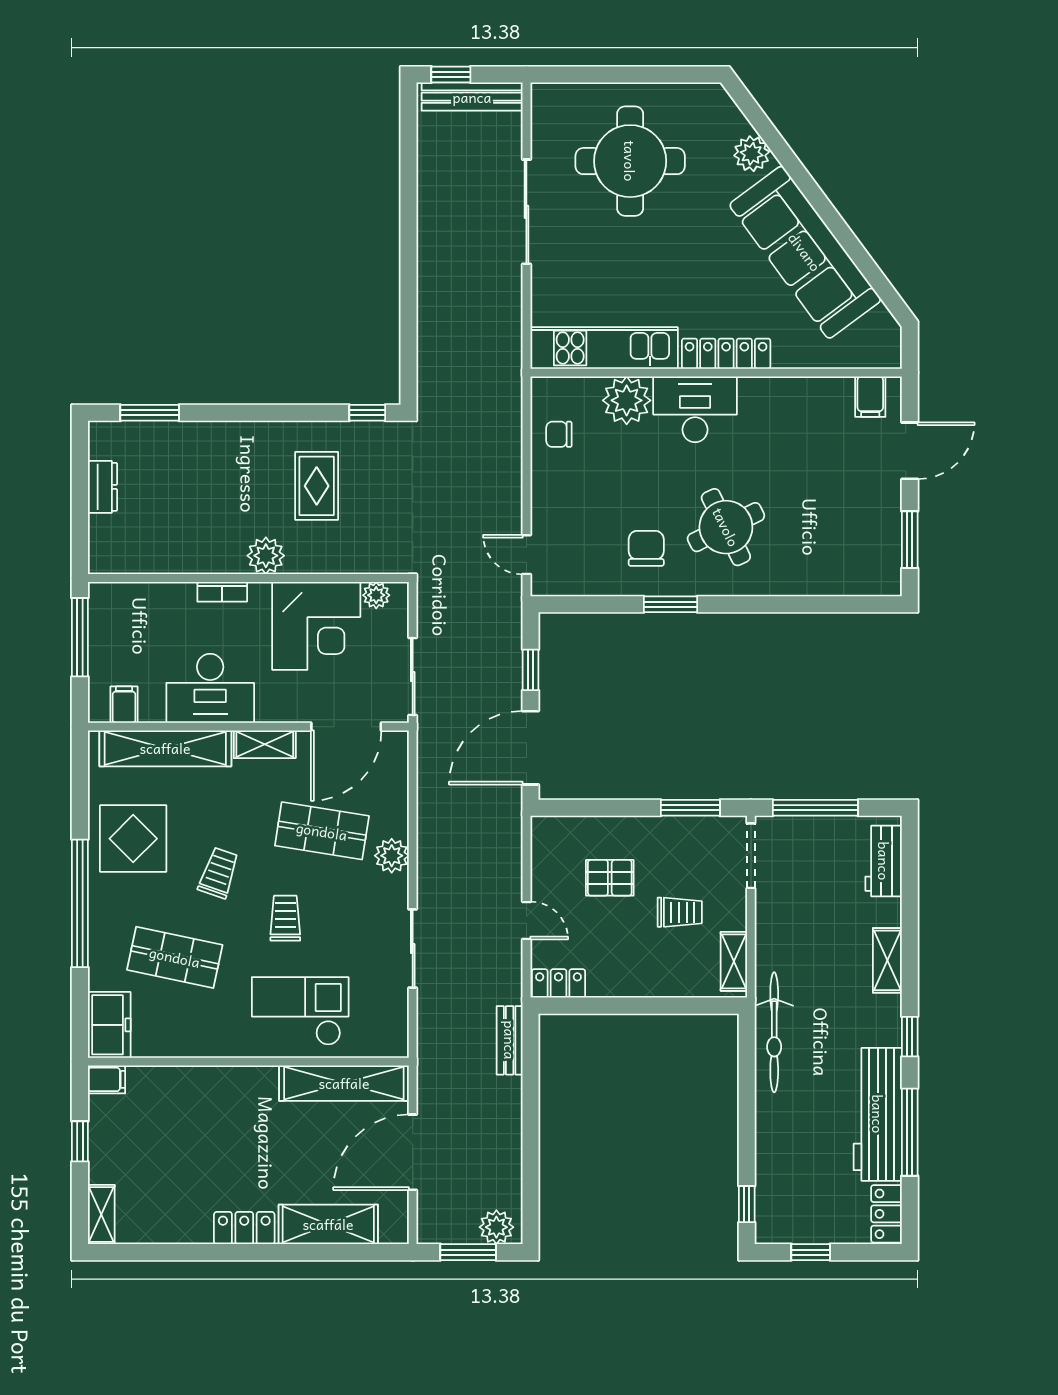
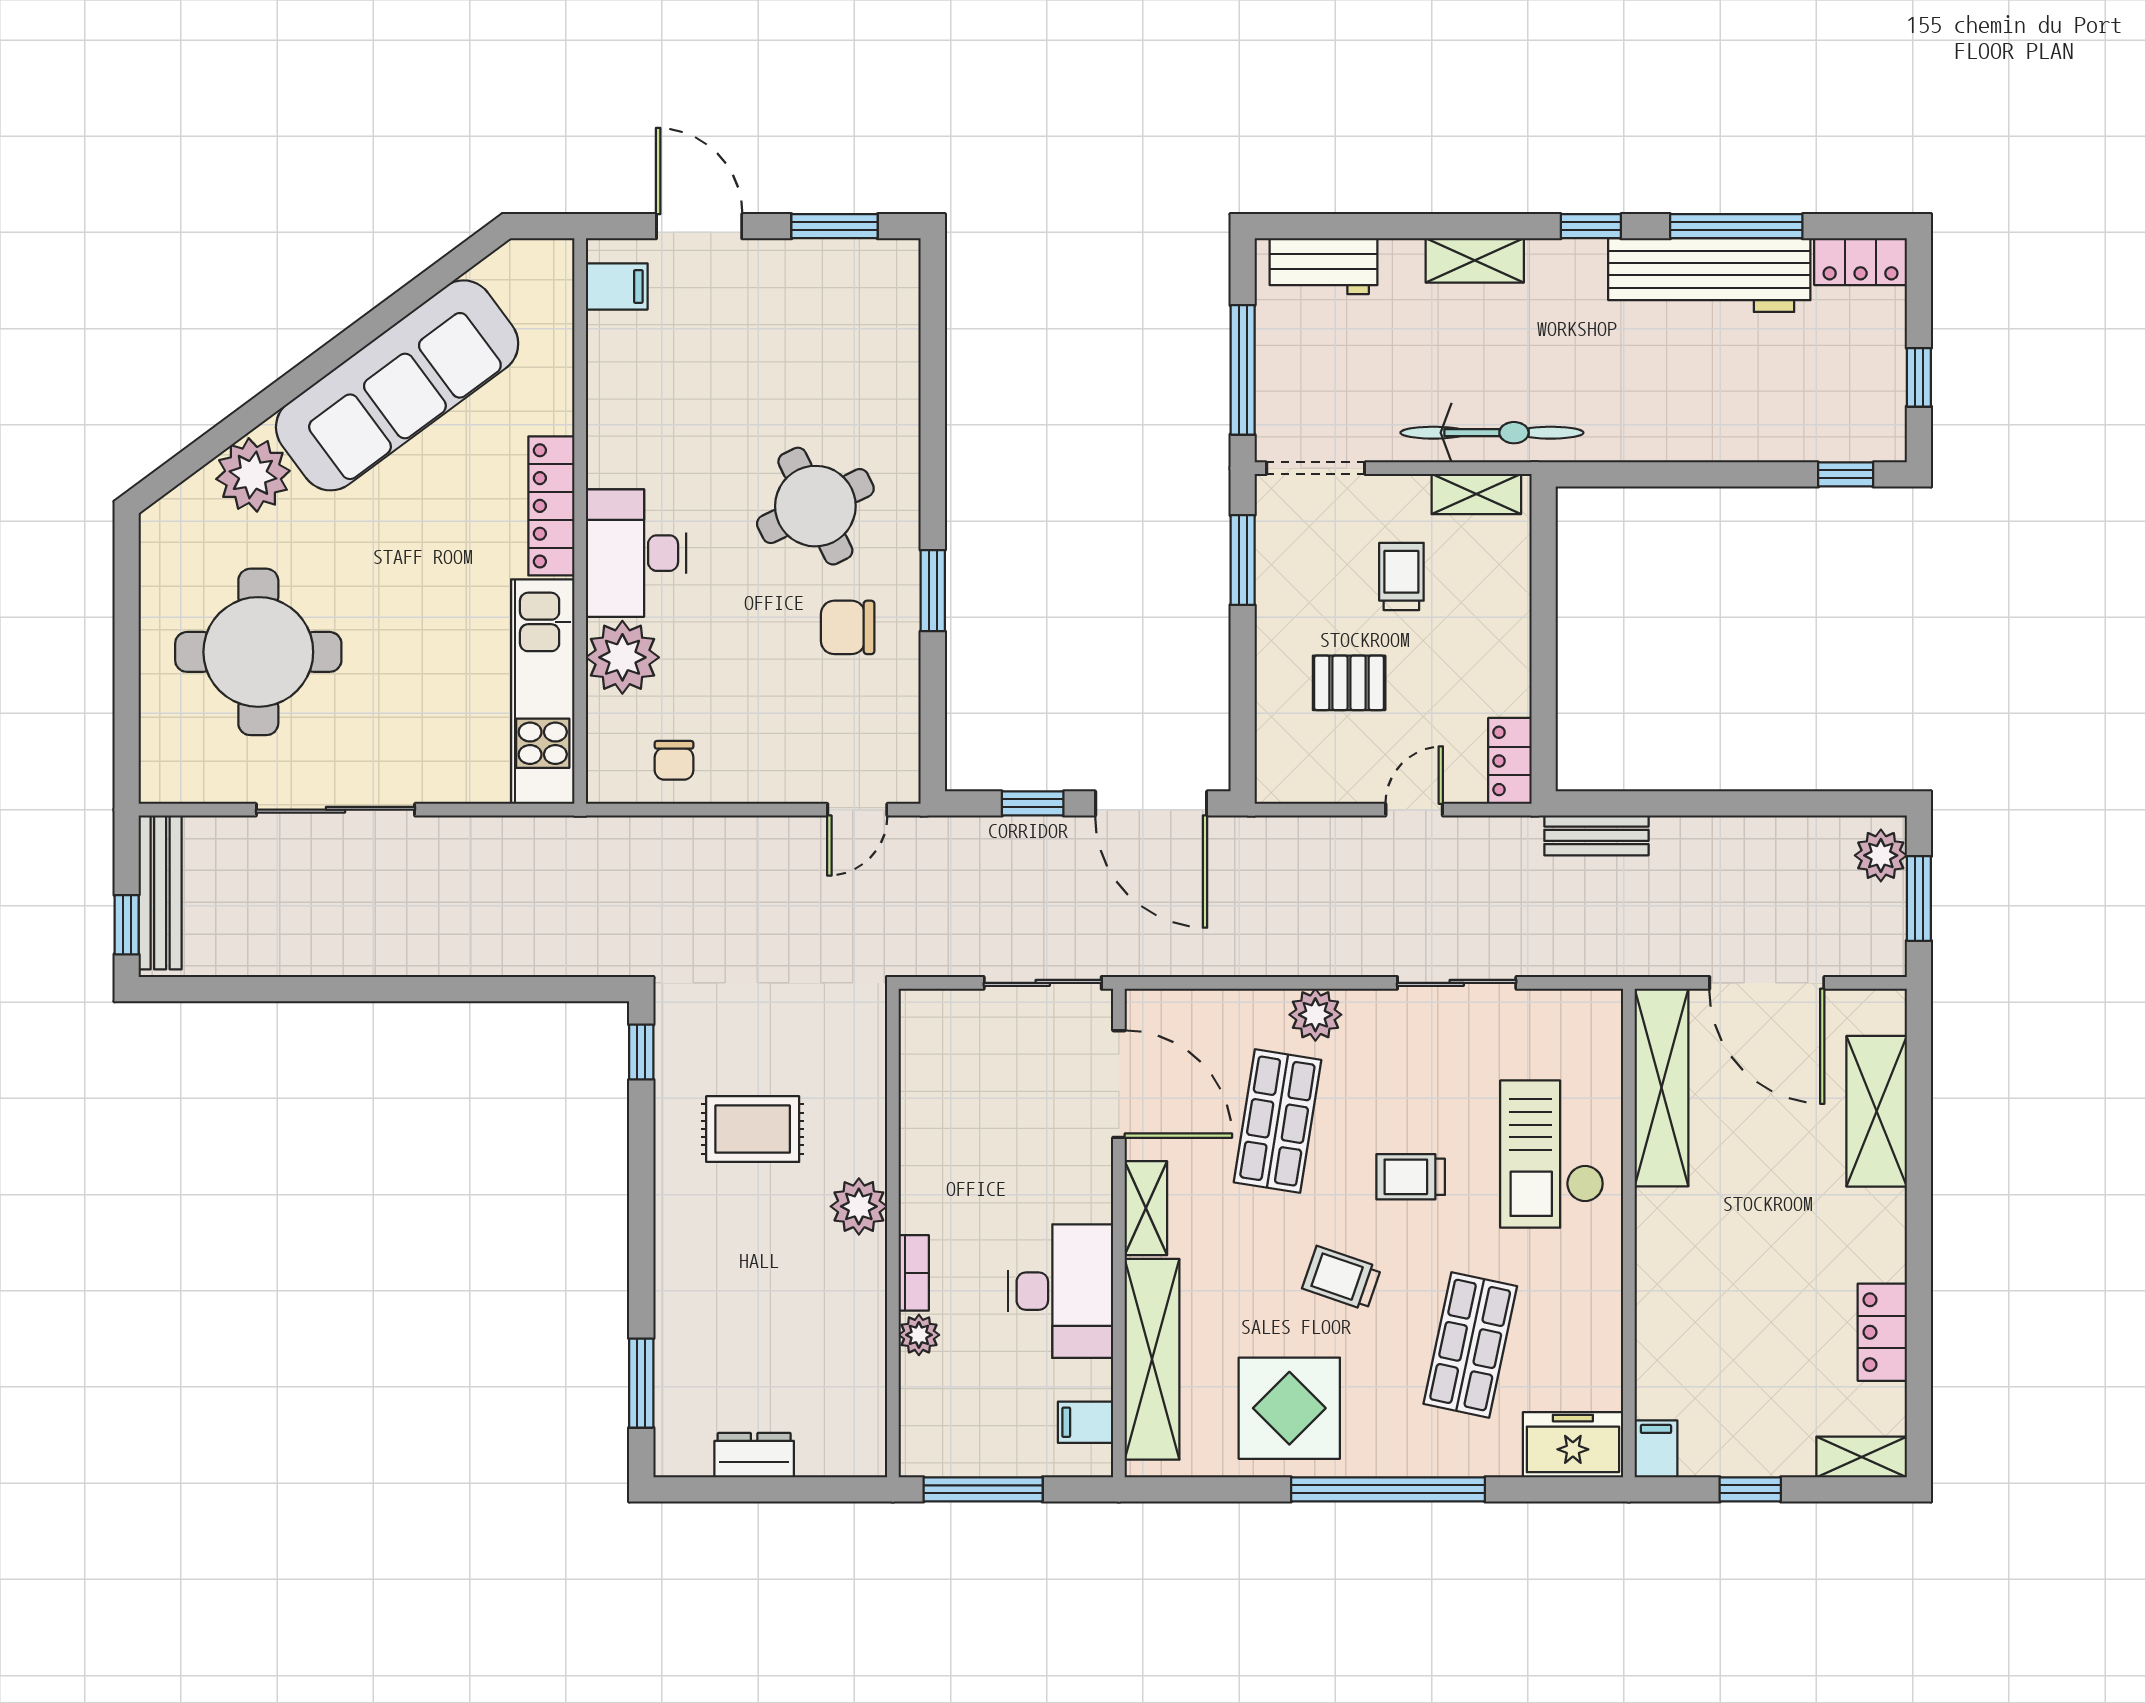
plant: (752, 154) -> (253, 475), width x1.36, depth x1.36
plant: (376, 595) -> (919, 1335), moved
corner desk: (316, 626) -> (966, 1130), removed
pallet: (610, 878) -> (1349, 683), turned 90
bicycle: (774, 1032) -> (1492, 433), moved
locker: (244, 1228) -> (1882, 1332), moved

